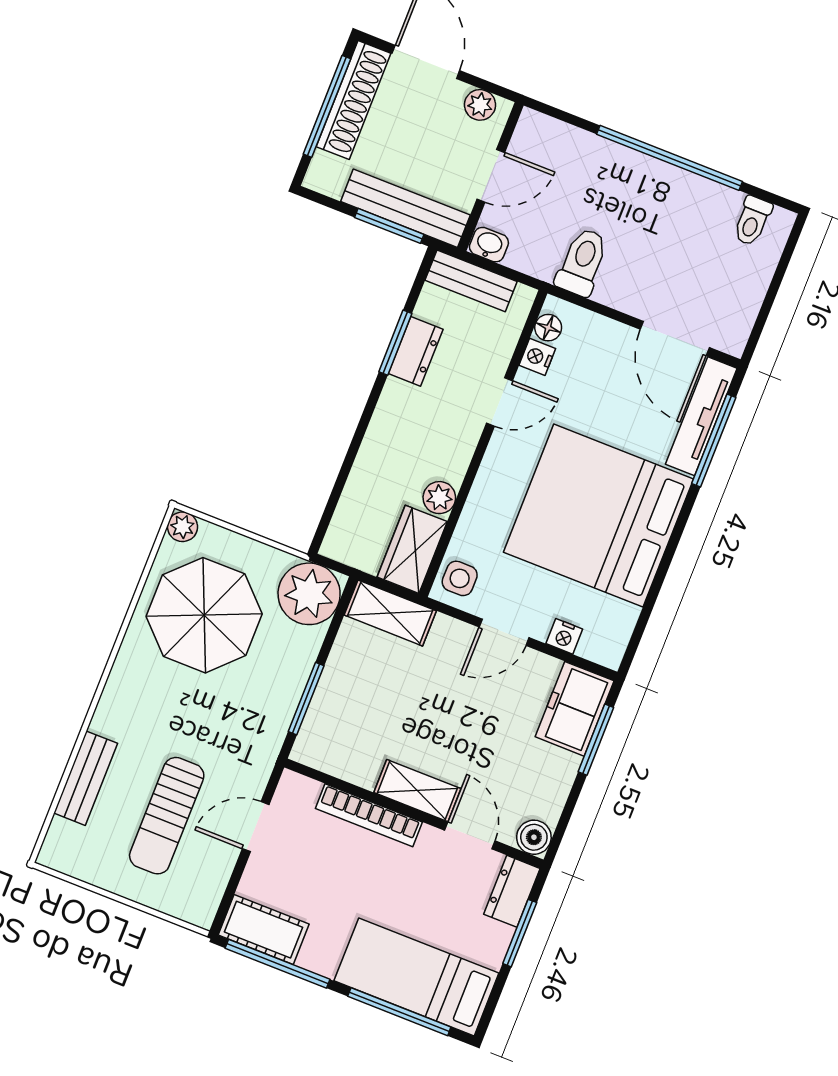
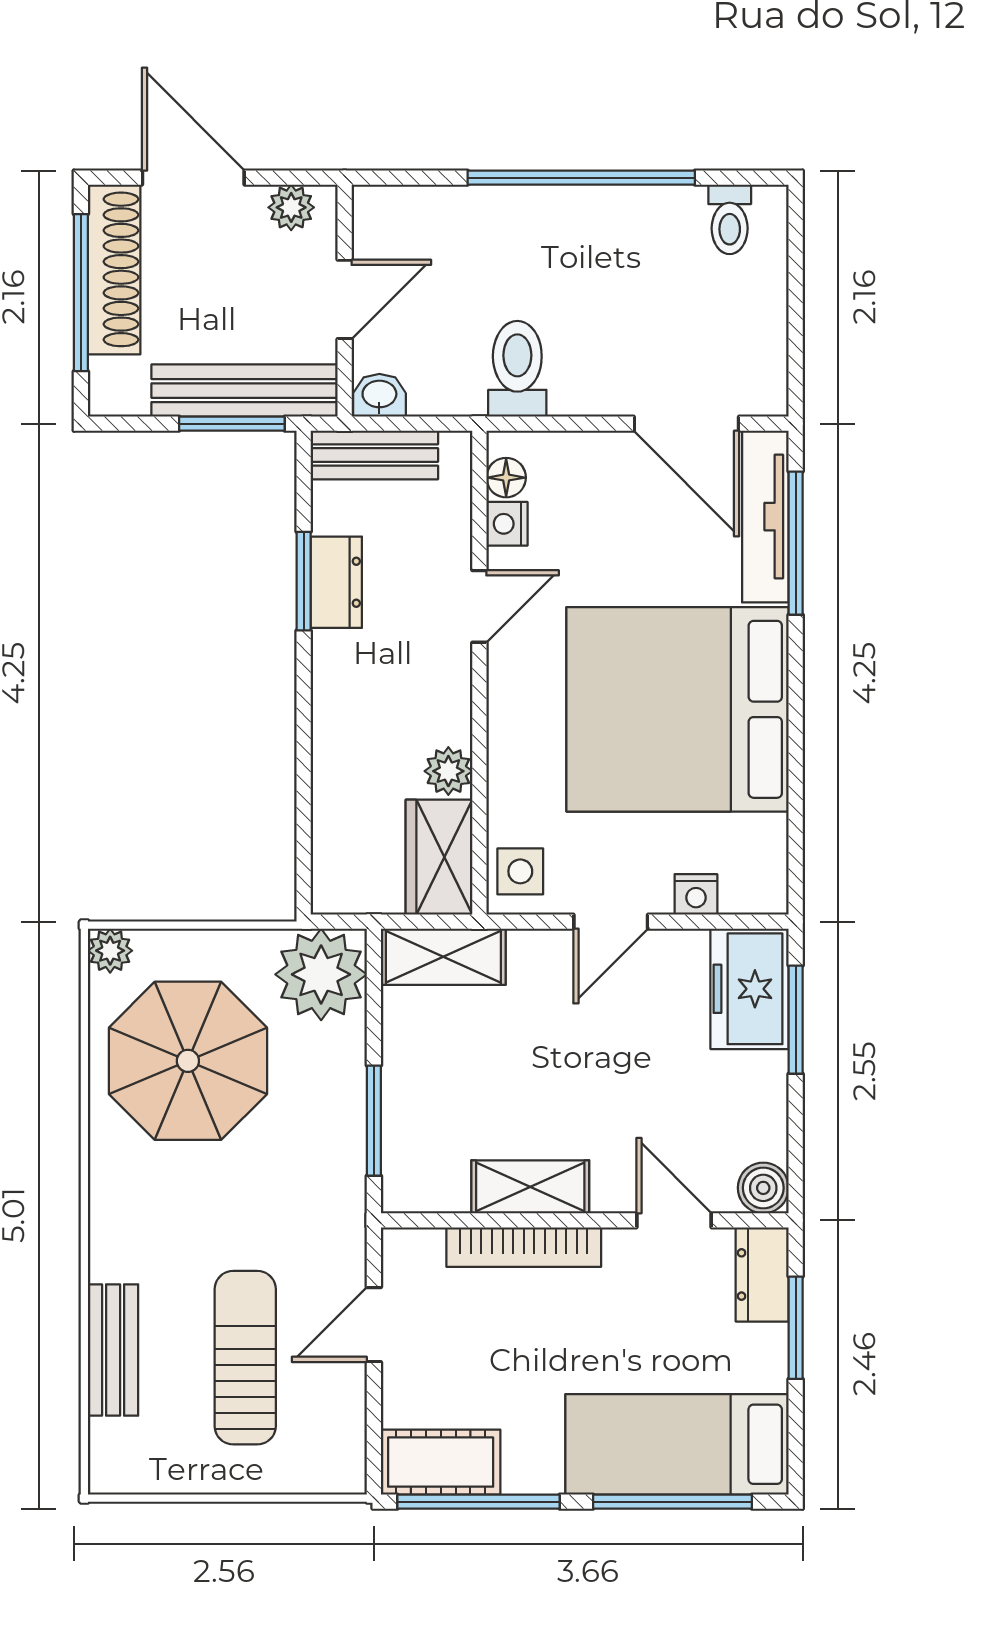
shelving: (417, 791) -> (530, 1187), moved
sun lounger: (167, 816) -> (245, 1358), turned 180

